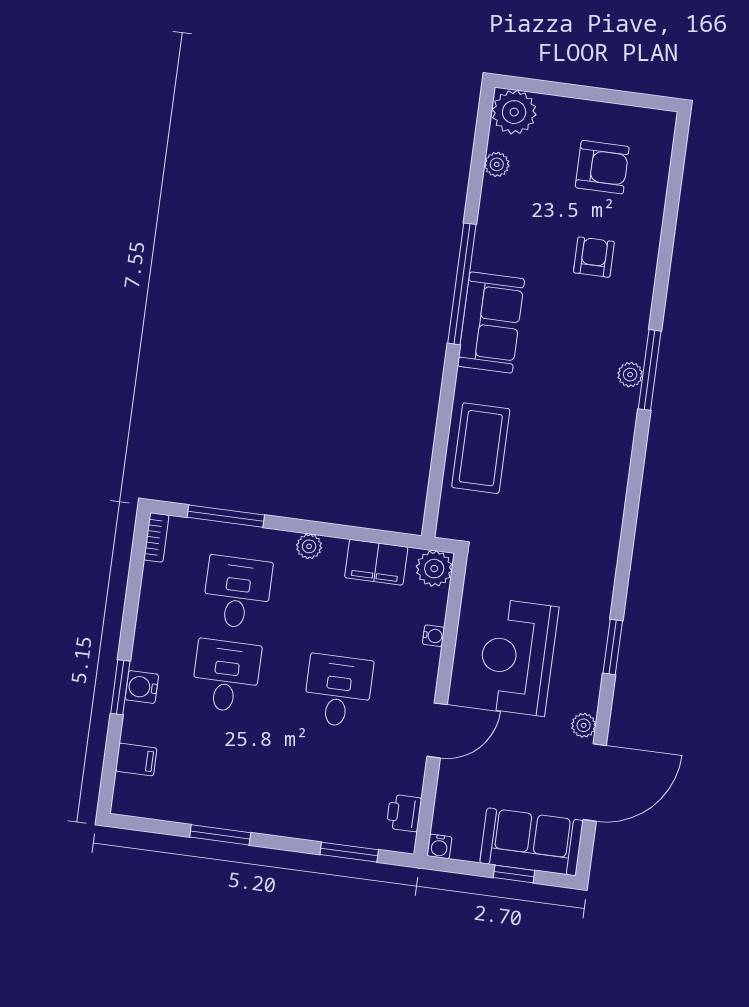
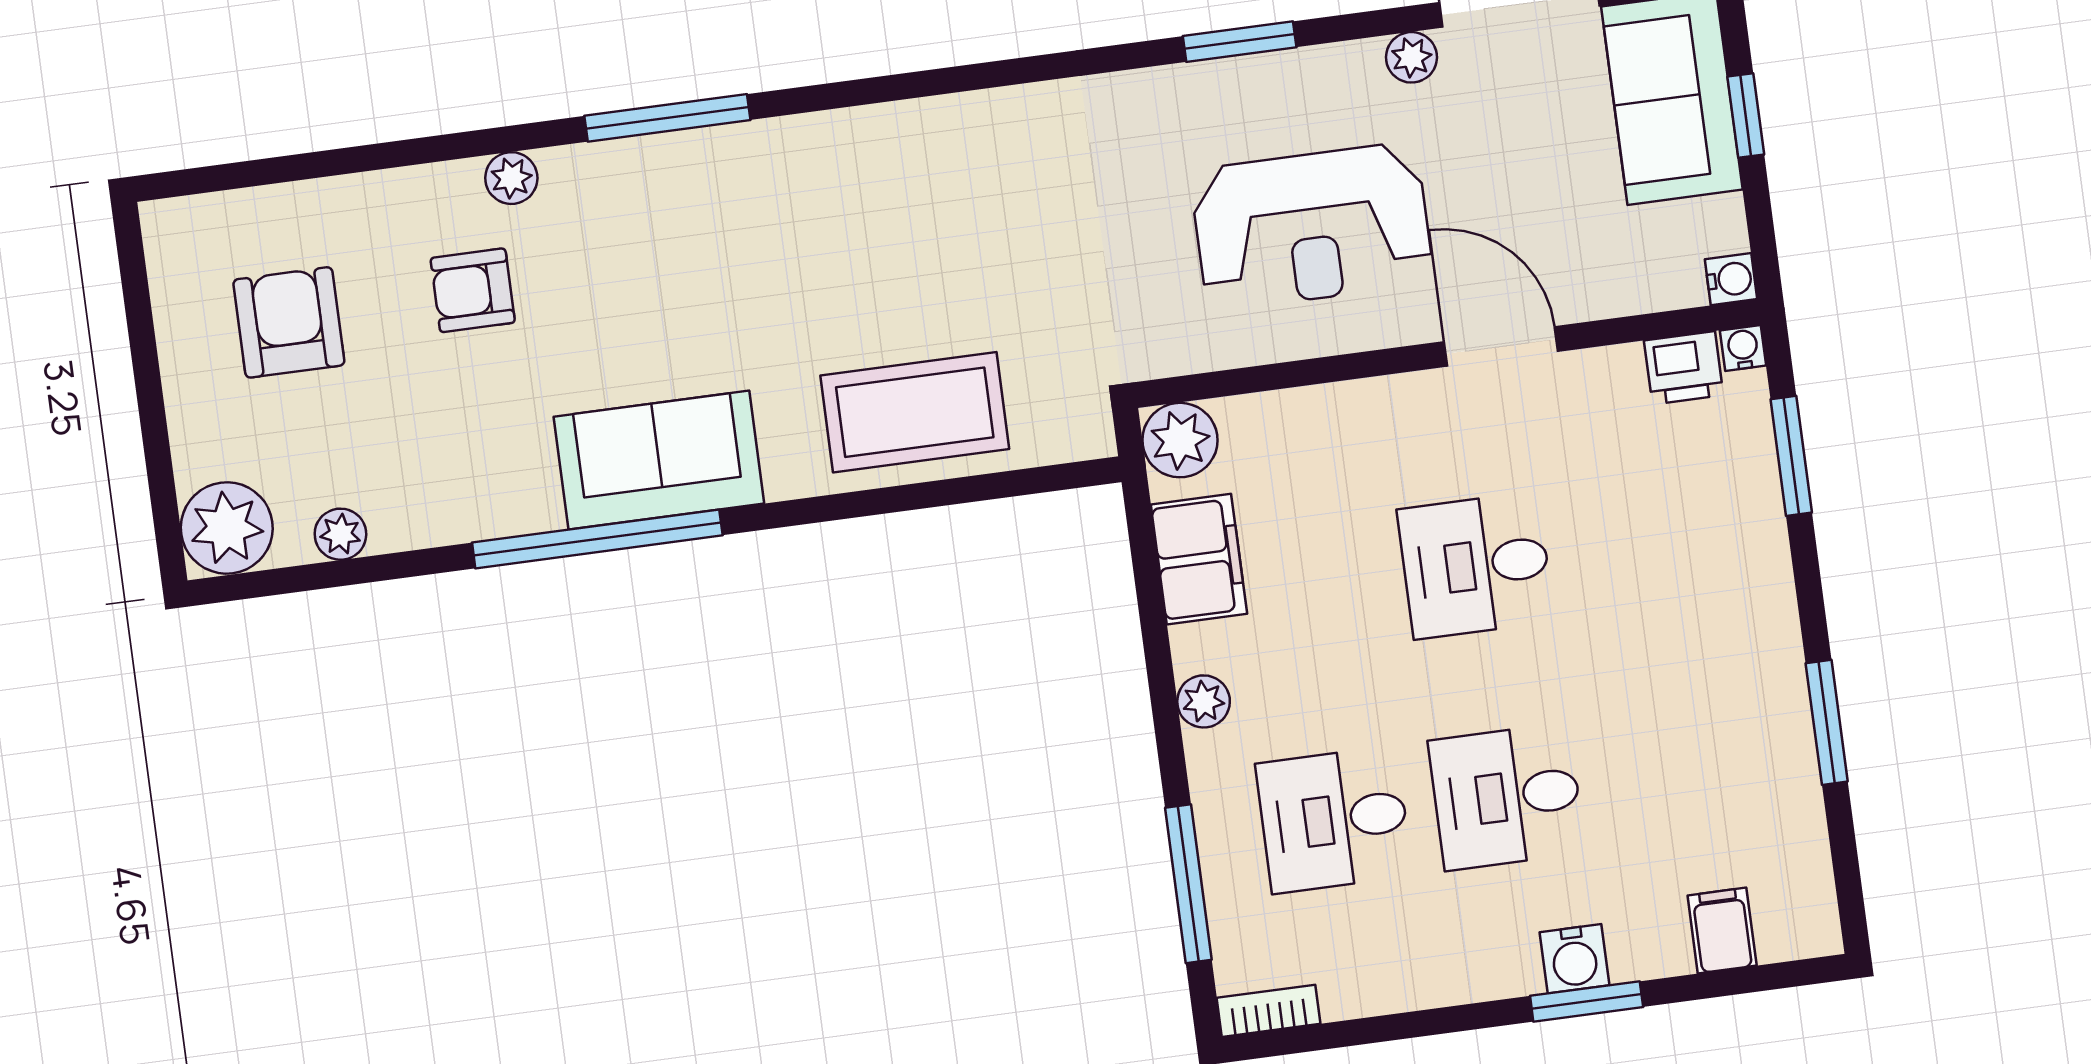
plant: (630, 375) -> (511, 178), moved
water cooler: (433, 636) -> (1743, 348), moved

